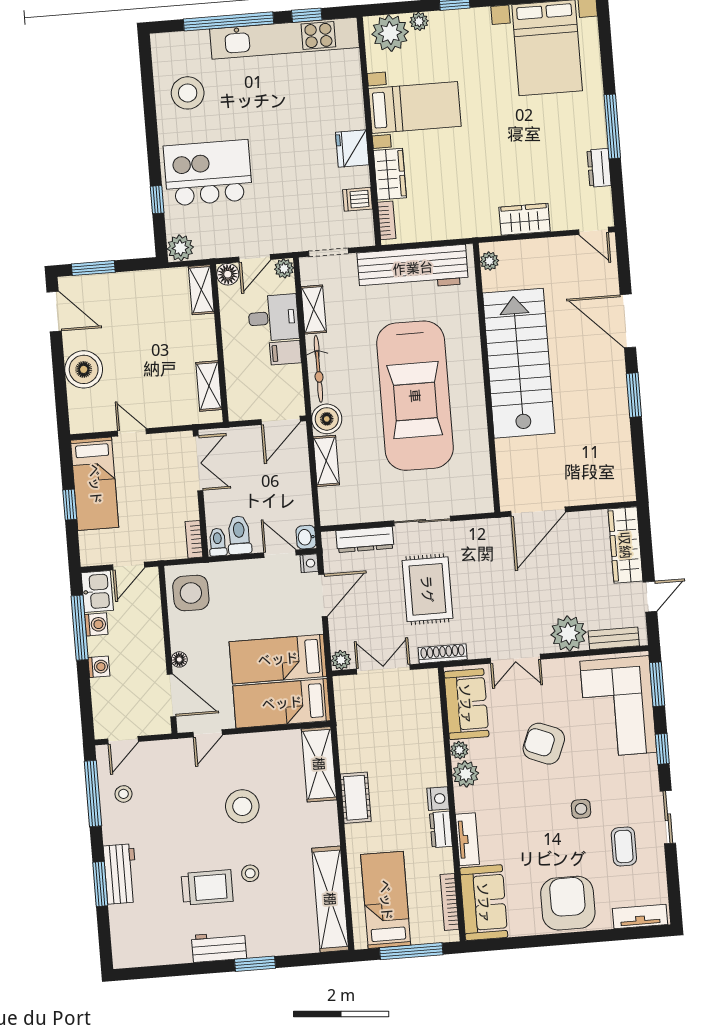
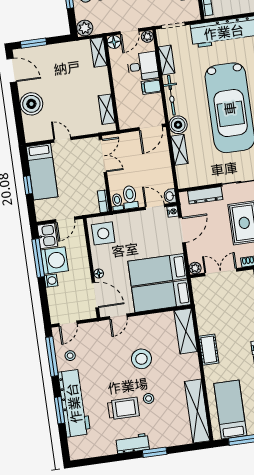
washing machine: (96, 624) -> (54, 260), width x1.89, depth x1.89
workbench: (121, 874) -> (74, 403), width x1.88, depth x1.32

